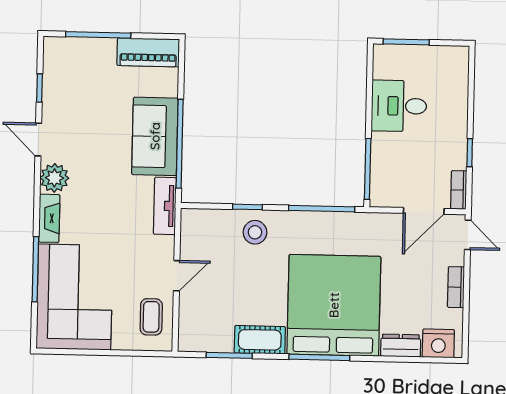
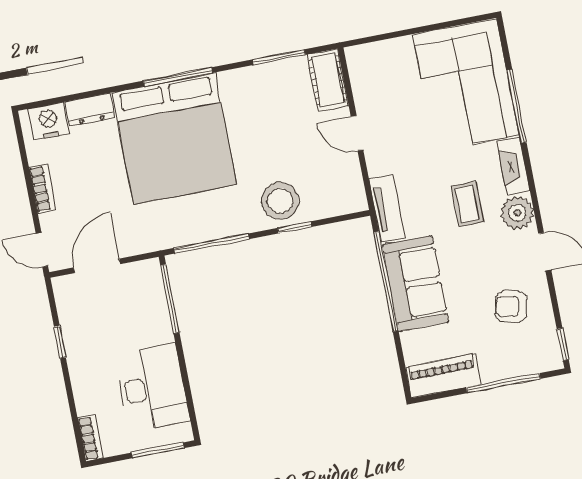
window: (39, 88) -> (563, 344), moved
armchair: (77, 99) -> (511, 307), added
desk: (399, 106) -> (152, 388), width x1.37
bookcase: (459, 190) -> (90, 438), moved
stool: (255, 232) -> (280, 201), width x1.38, depth x1.38
door: (177, 276) -> (357, 133), hinge flipped
coffee table: (151, 317) -> (467, 204), moved
cot: (260, 340) -> (328, 80), moved, turned 90

